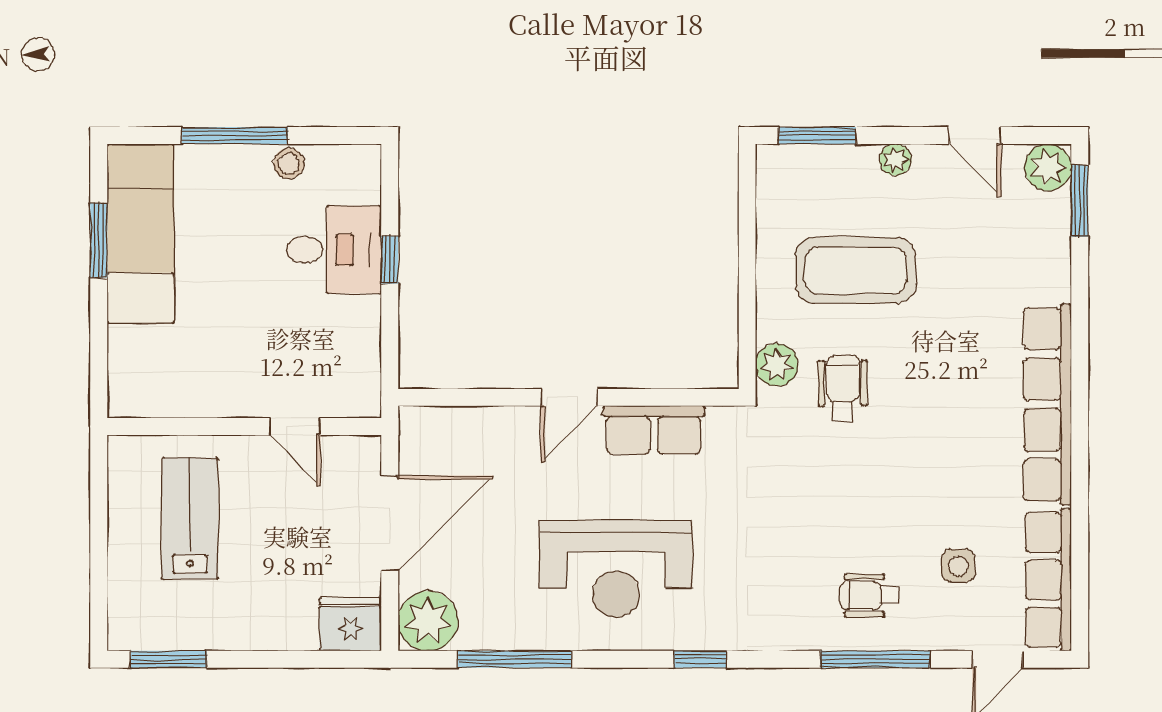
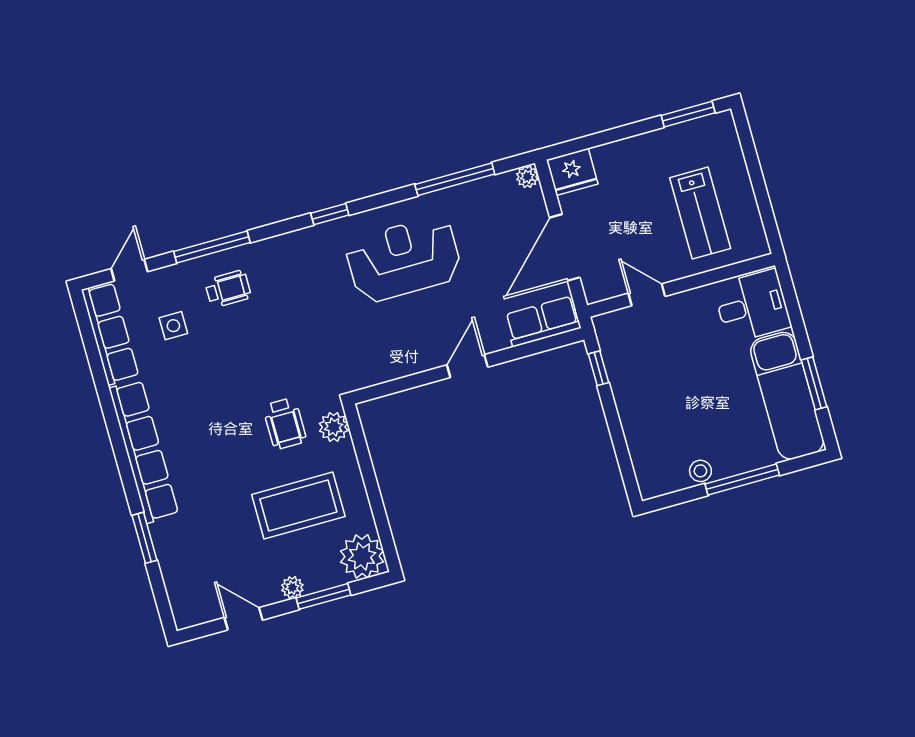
window: (817, 136) -> (323, 596), moved
plant: (1048, 167) -> (362, 556), moved, width x1.36, depth x1.36
window: (1080, 201) -> (145, 538), moved
desk: (334, 250) -> (752, 306), moved, turned 180
window: (390, 260) -> (598, 368), moved
row of seats: (654, 430) -> (543, 321), moved
plant: (428, 621) -> (527, 177), width x0.53, depth x0.53

